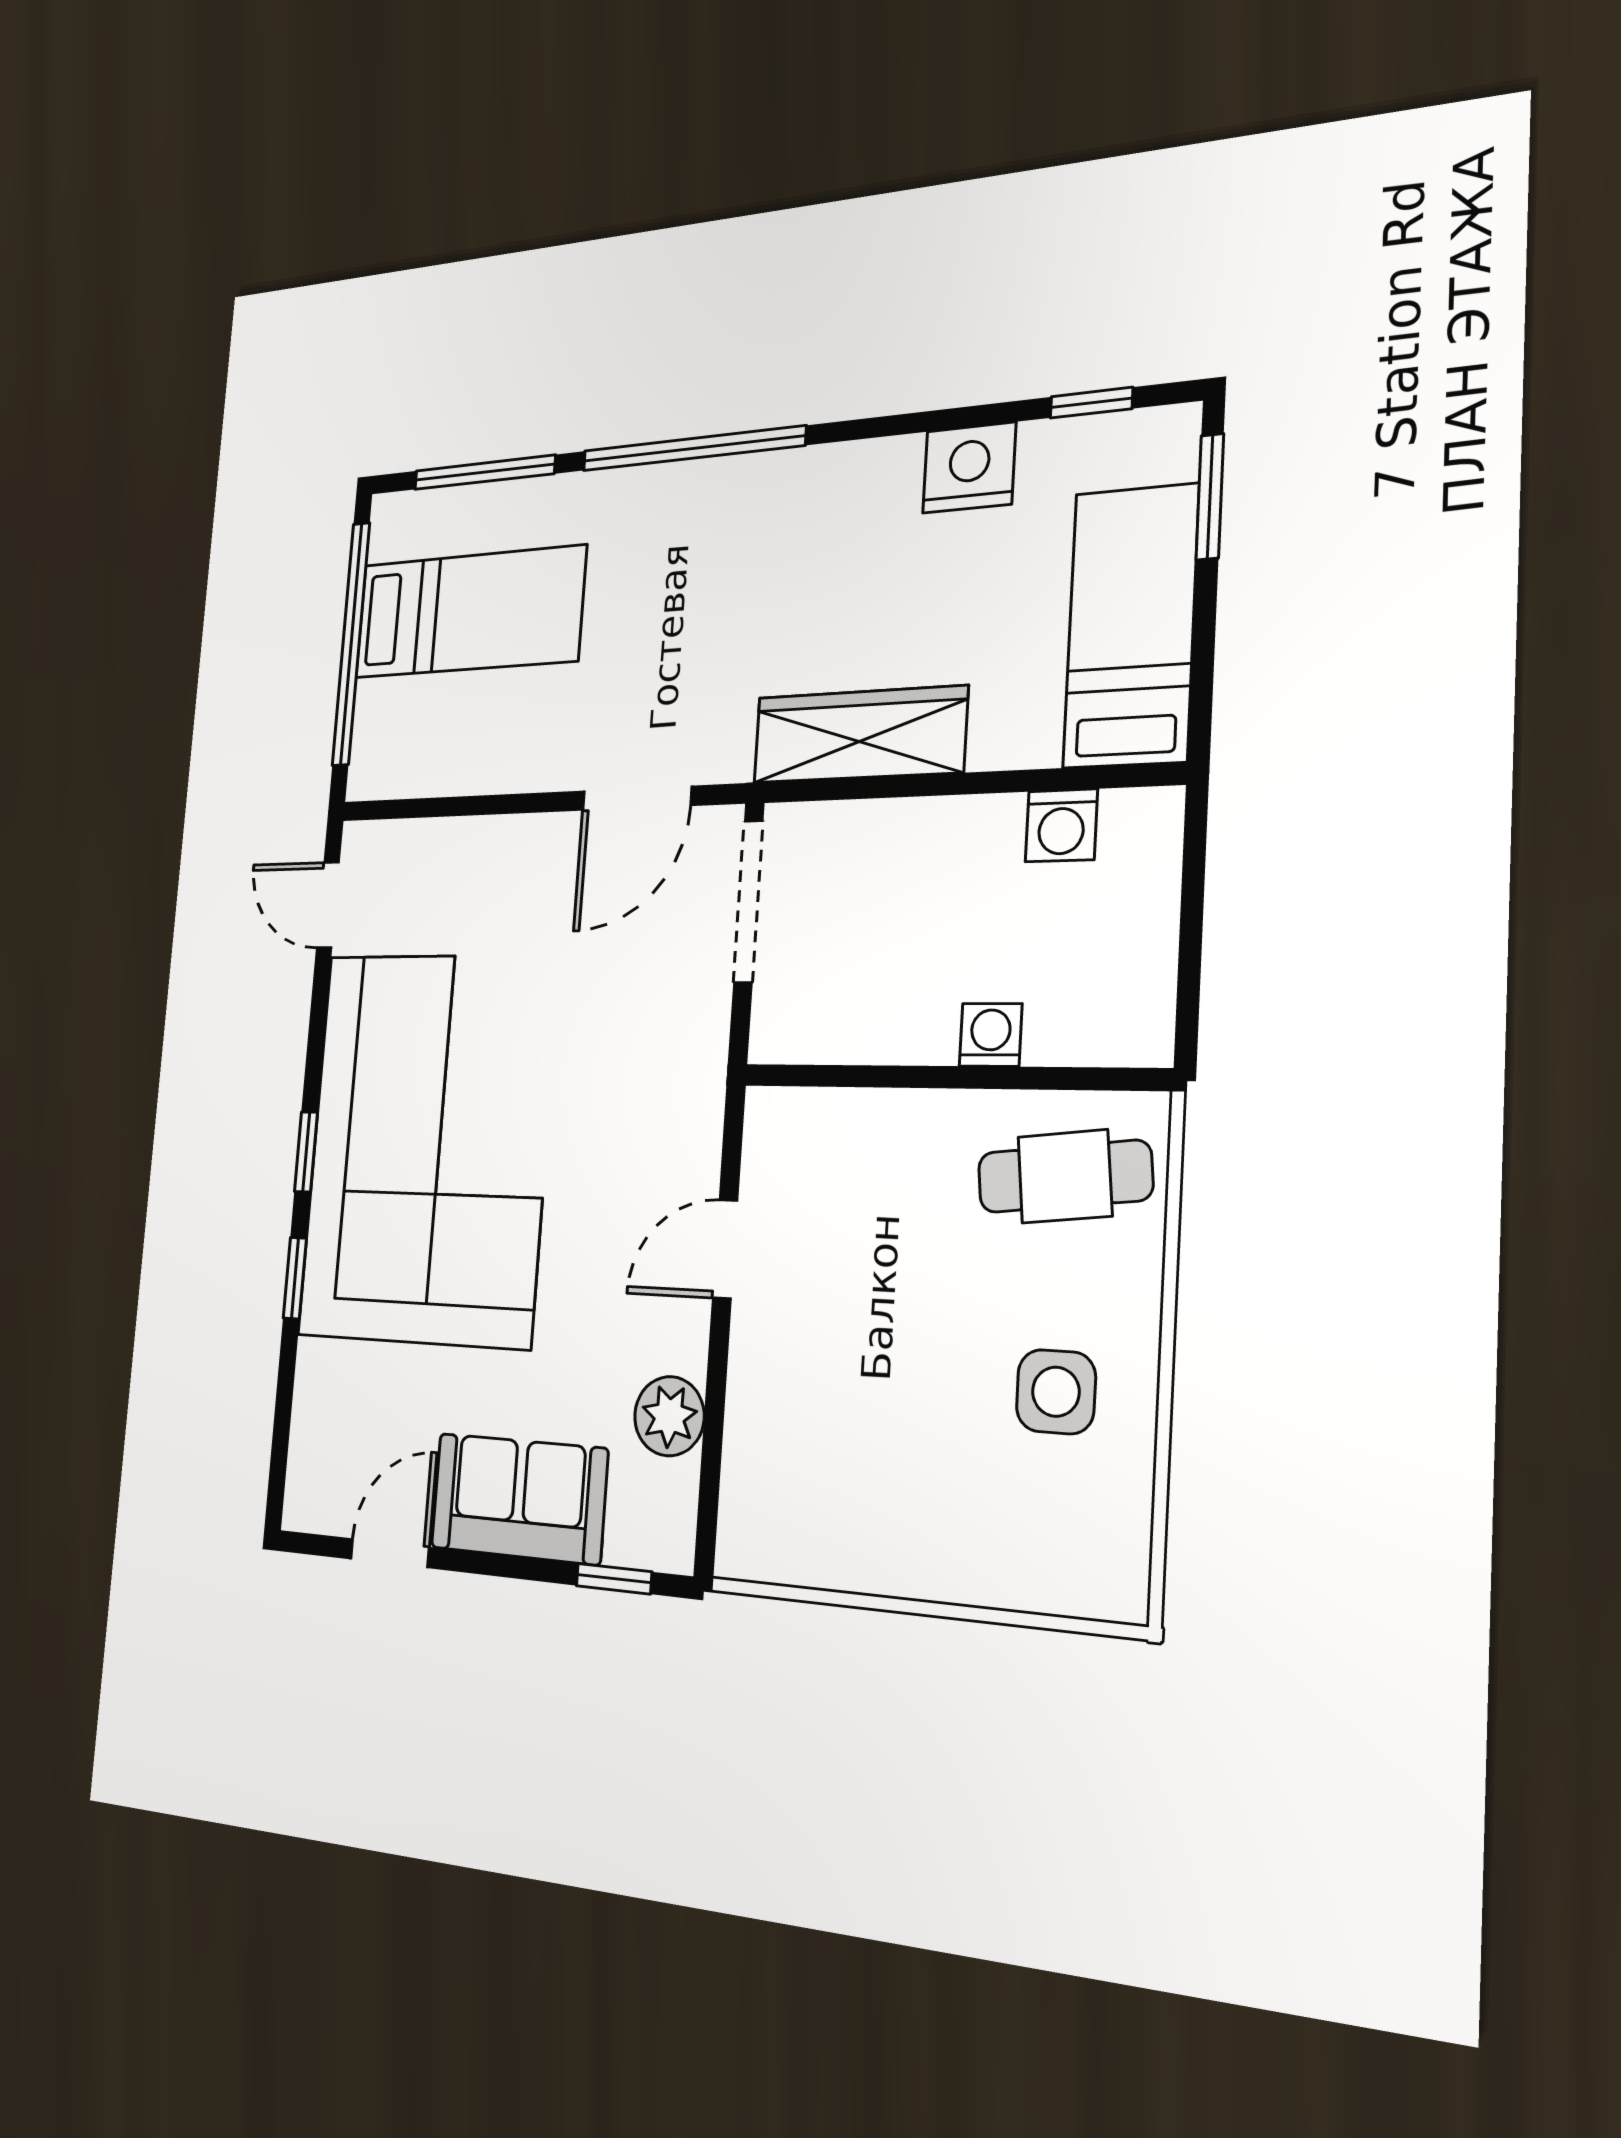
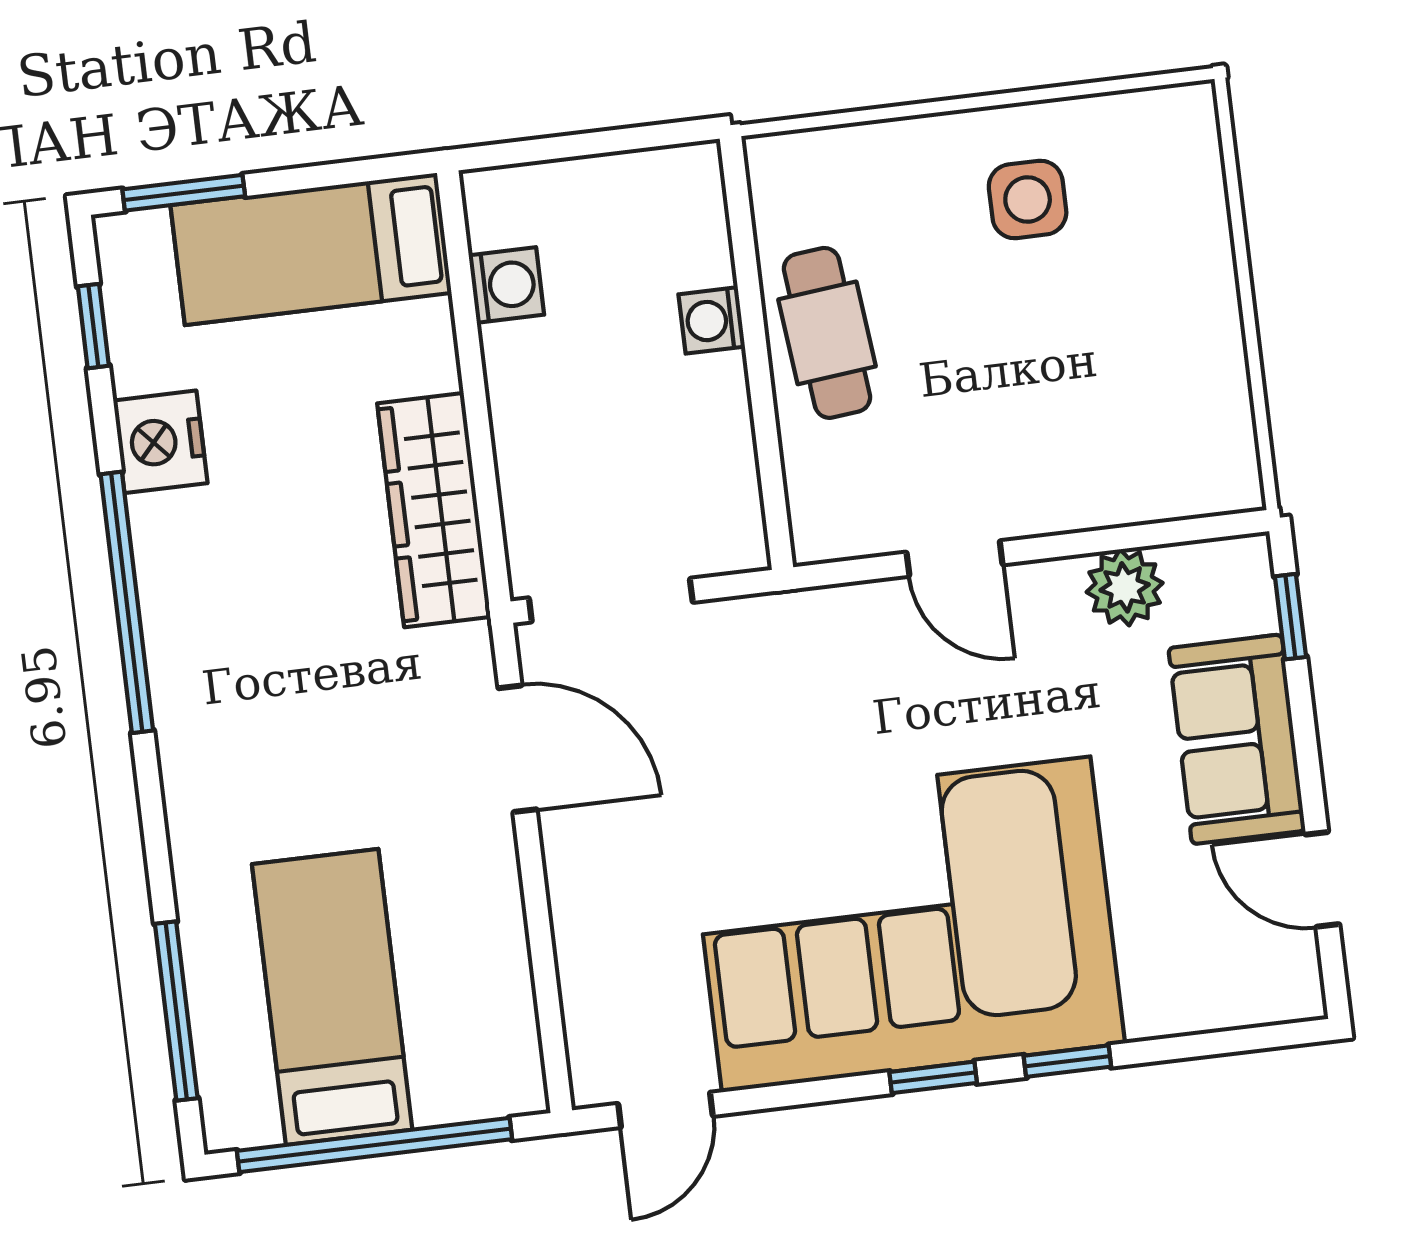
window: (693, 448) -> (127, 602), moved
cafe table: (1065, 1176) -> (827, 333), moved

